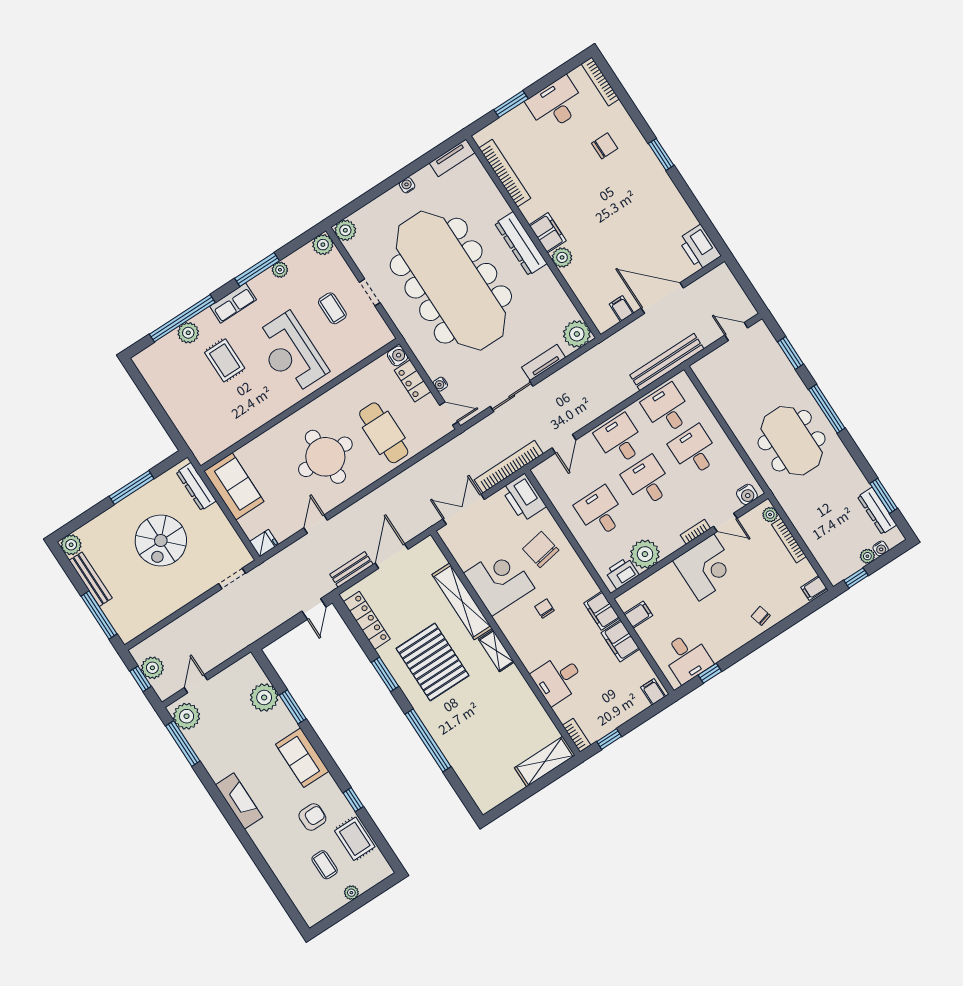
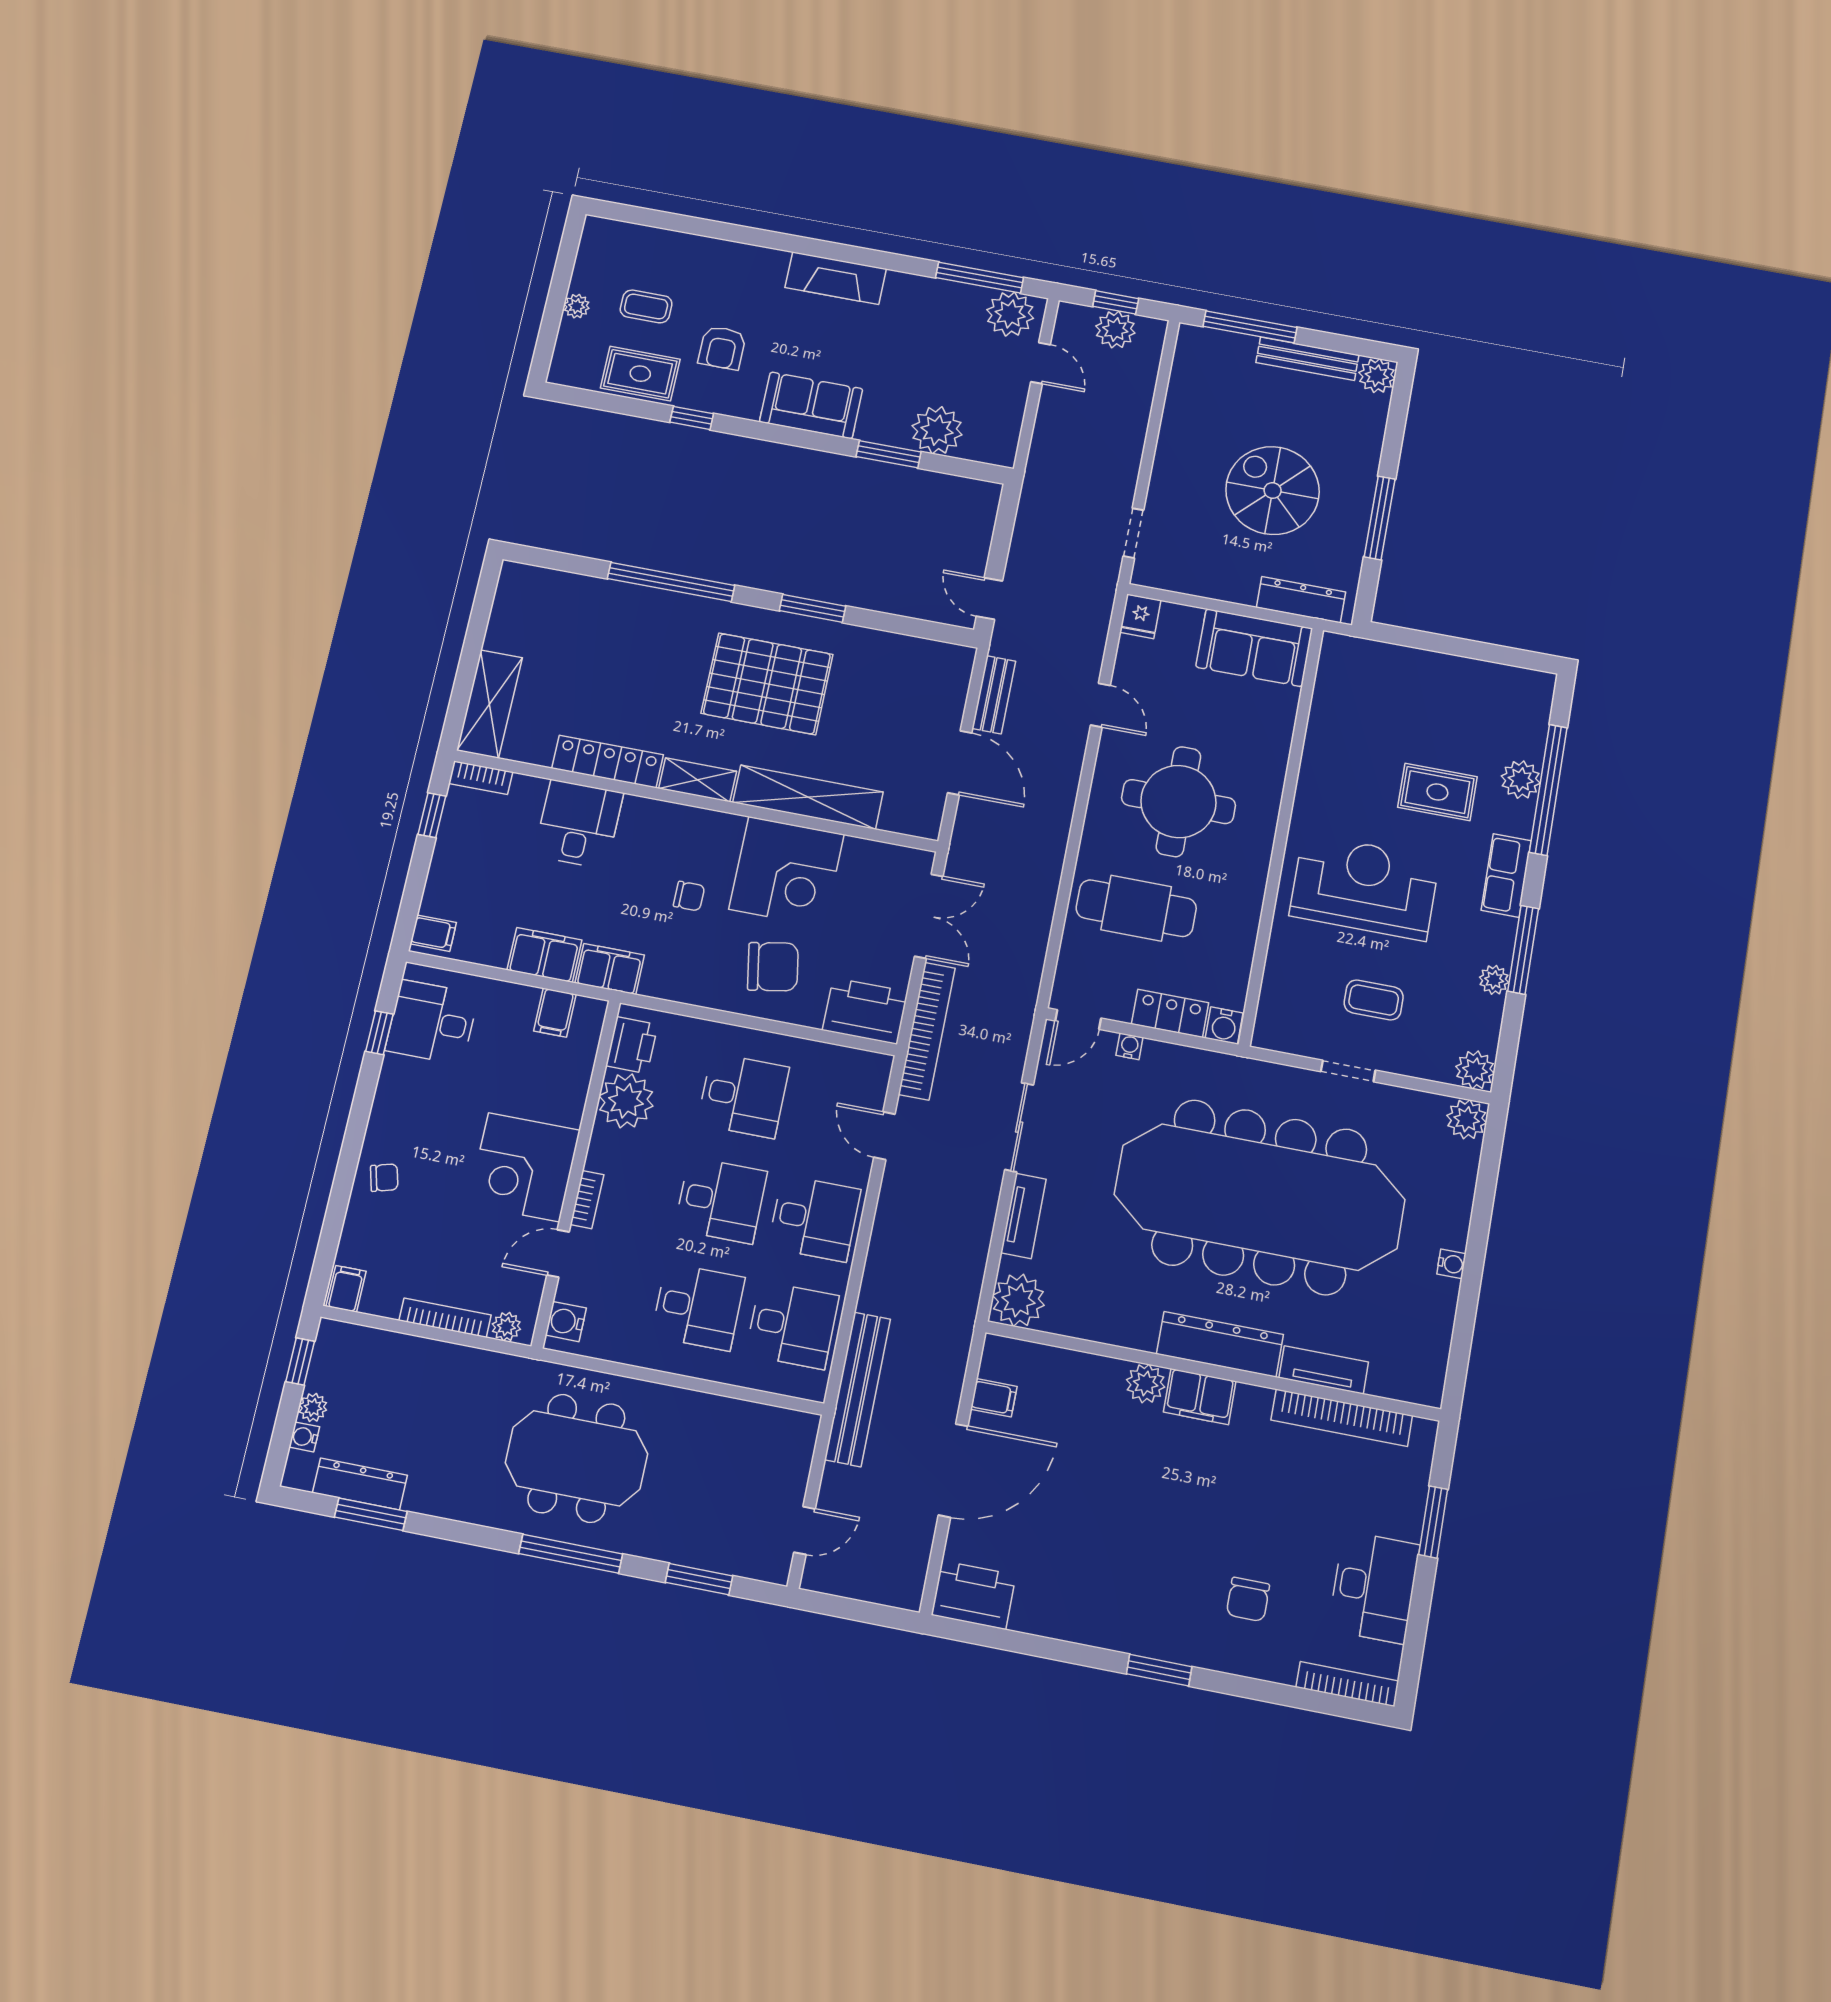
tv unit: (452, 158) -> (1324, 1370), moved, turned 90
locker: (367, 620) -> (608, 762), moved, turned 180

